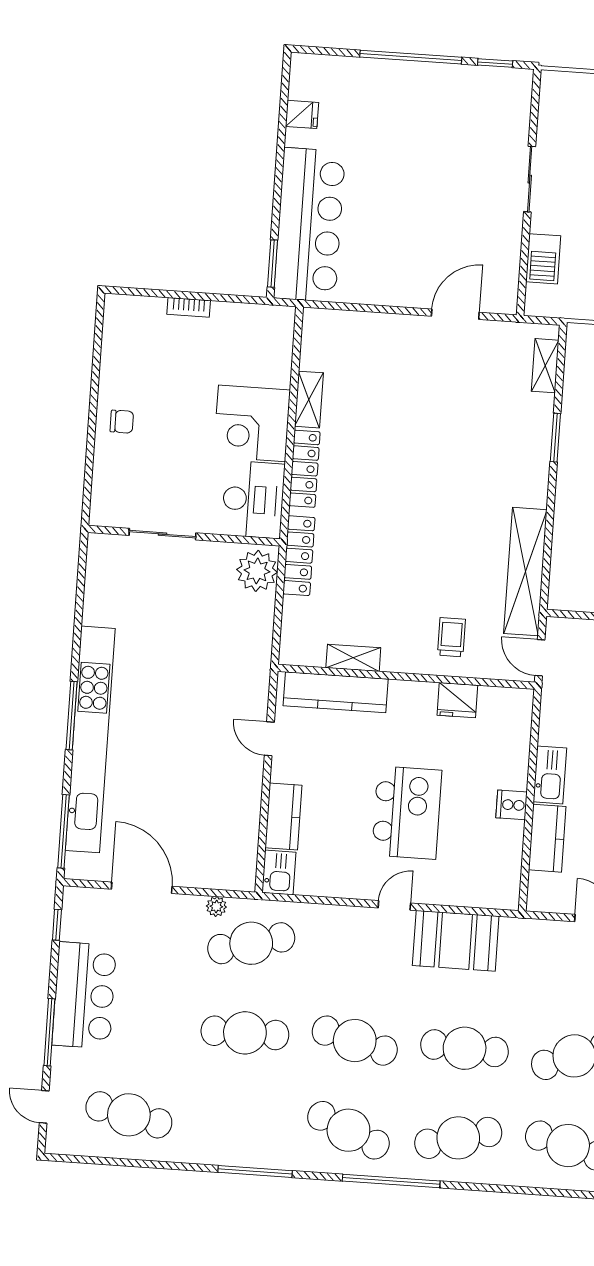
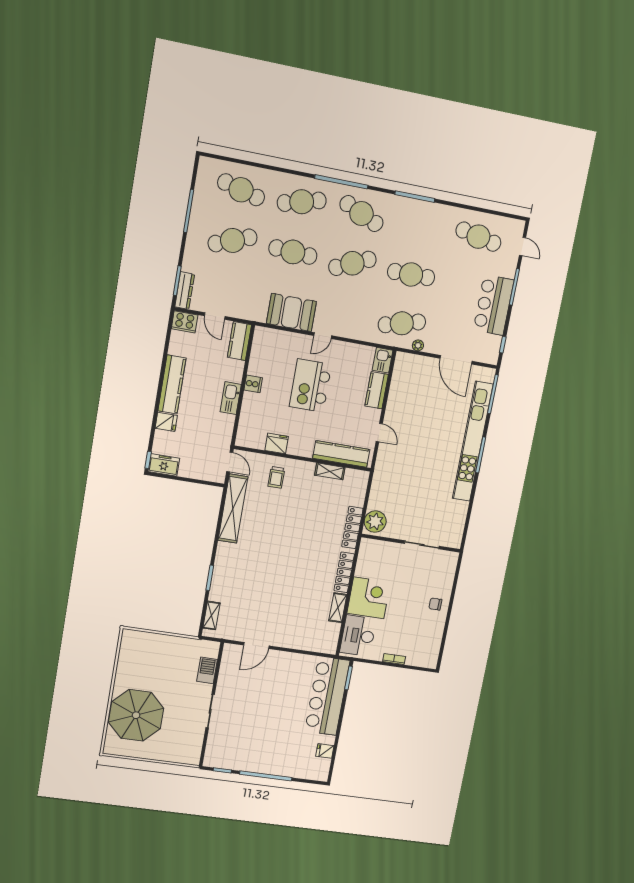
desk: (253, 499) -> (358, 636), moved
kitchen counter: (547, 838) -> (239, 341), moved
cafe table: (355, 1041) -> (352, 263), turned -39

